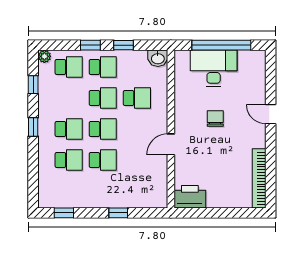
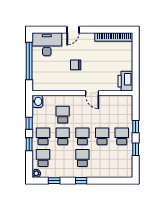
desk: (214, 68) -> (47, 44), moved, turned 90
school desk: (69, 160) -> (122, 136), moved
window: (64, 213) -> (136, 149), moved

